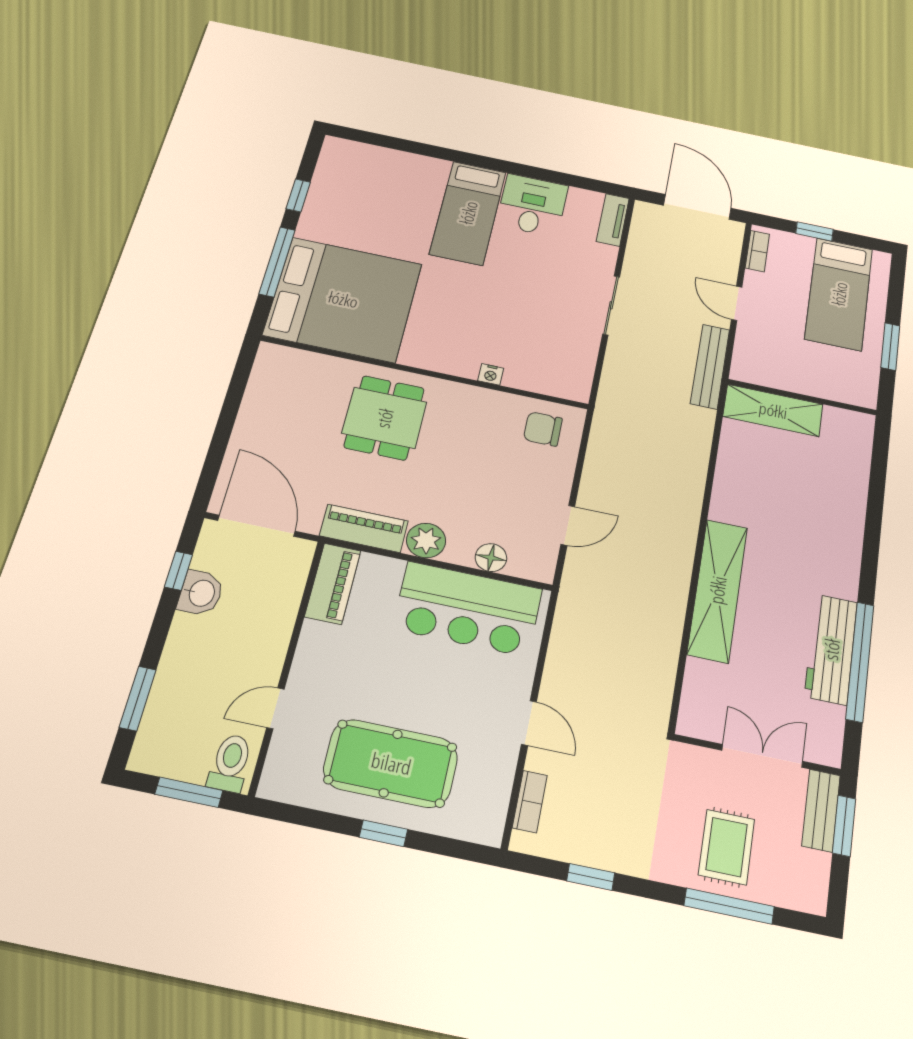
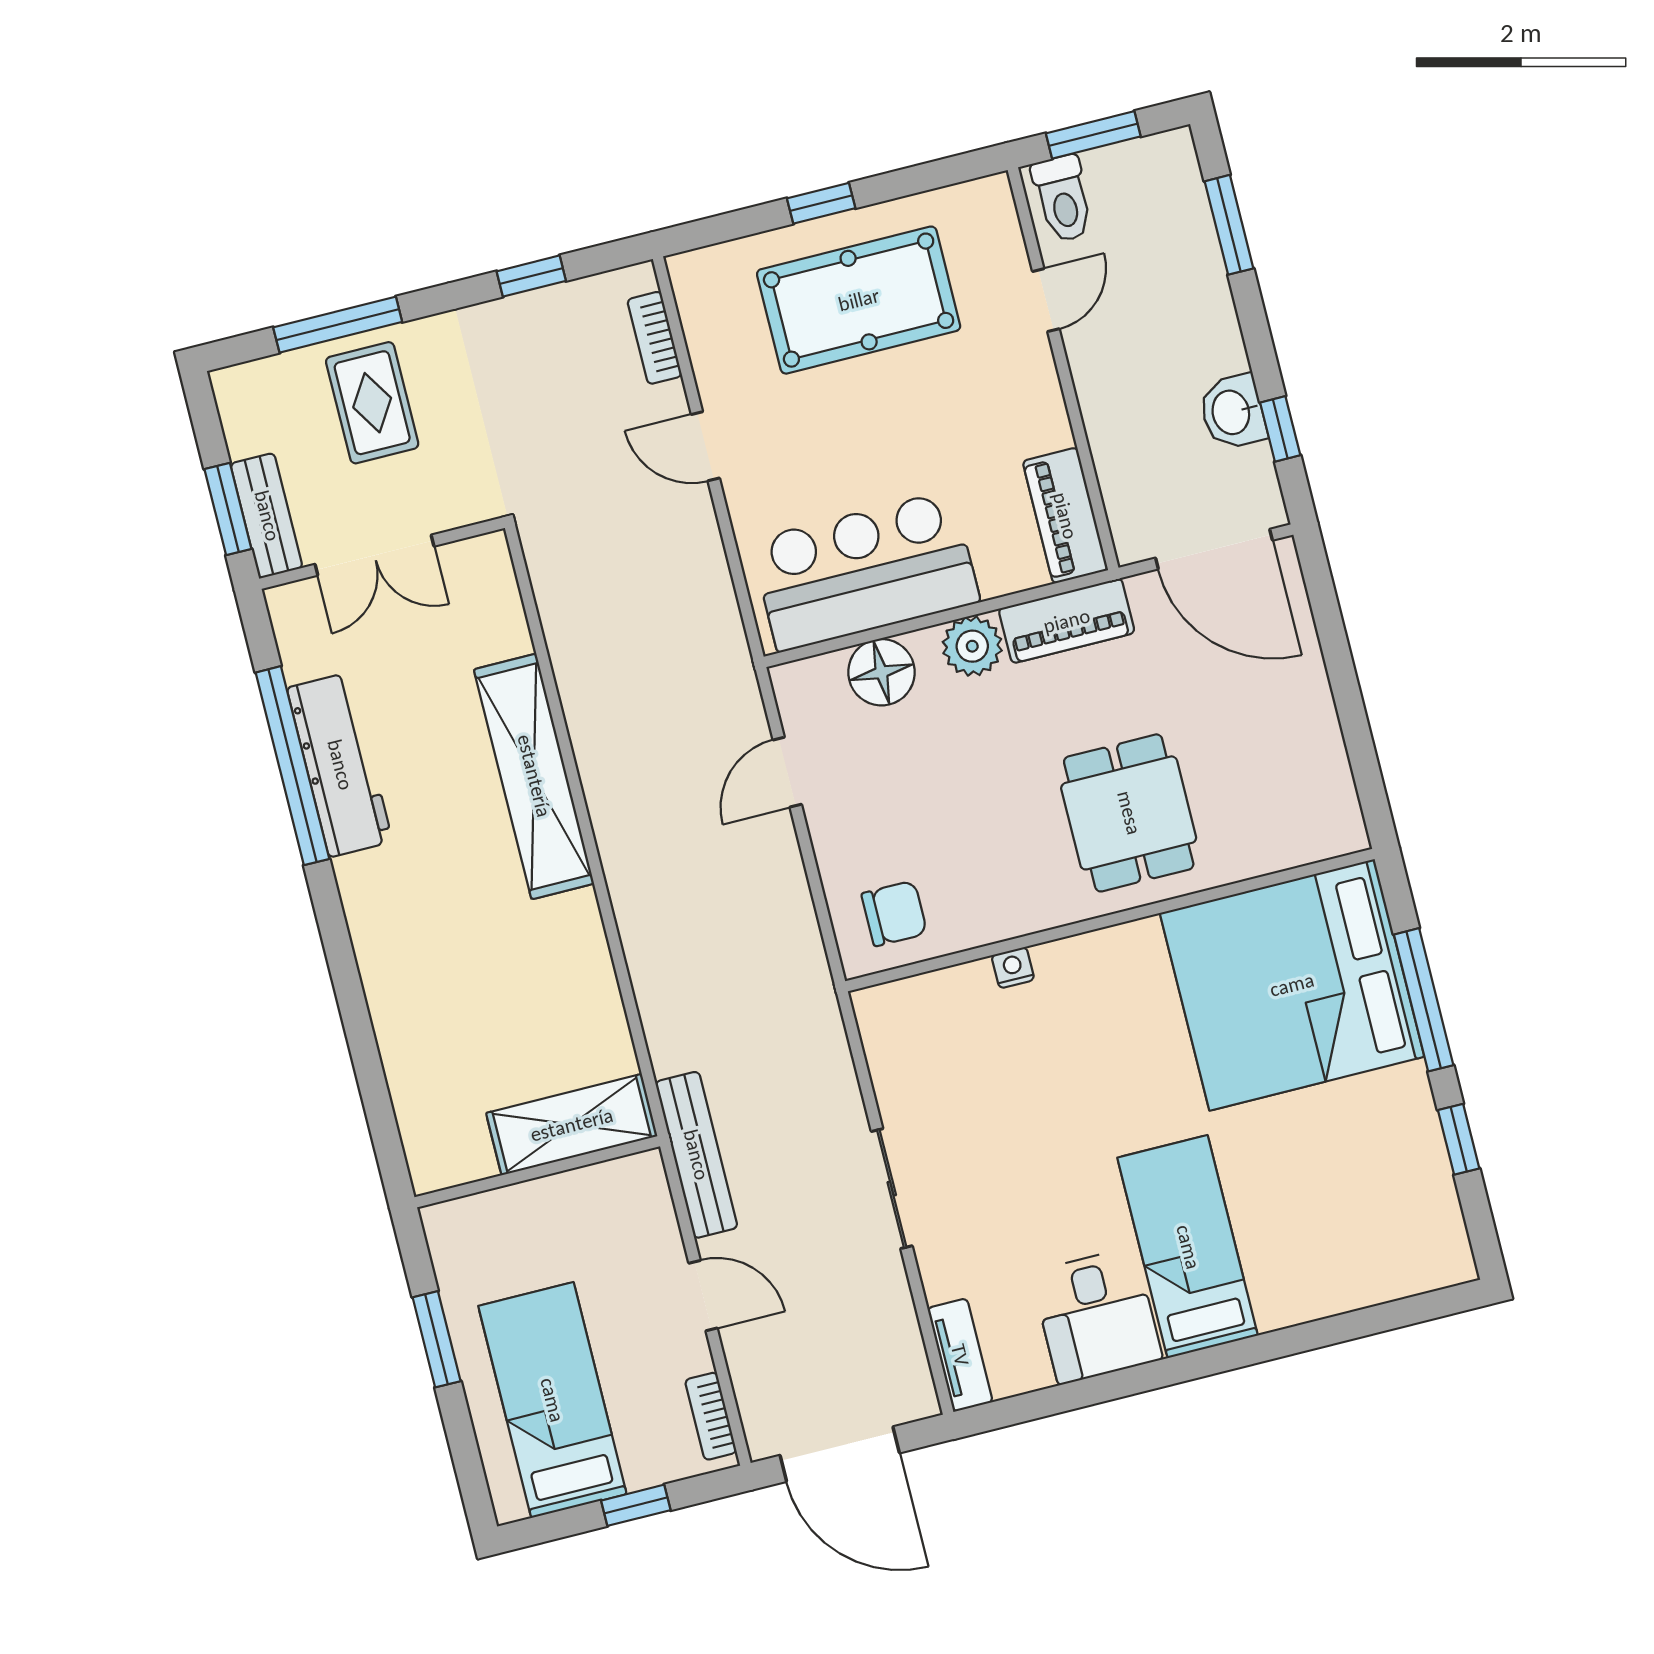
floor lamp: (491, 558) -> (881, 672), width x1.38, depth x1.38

